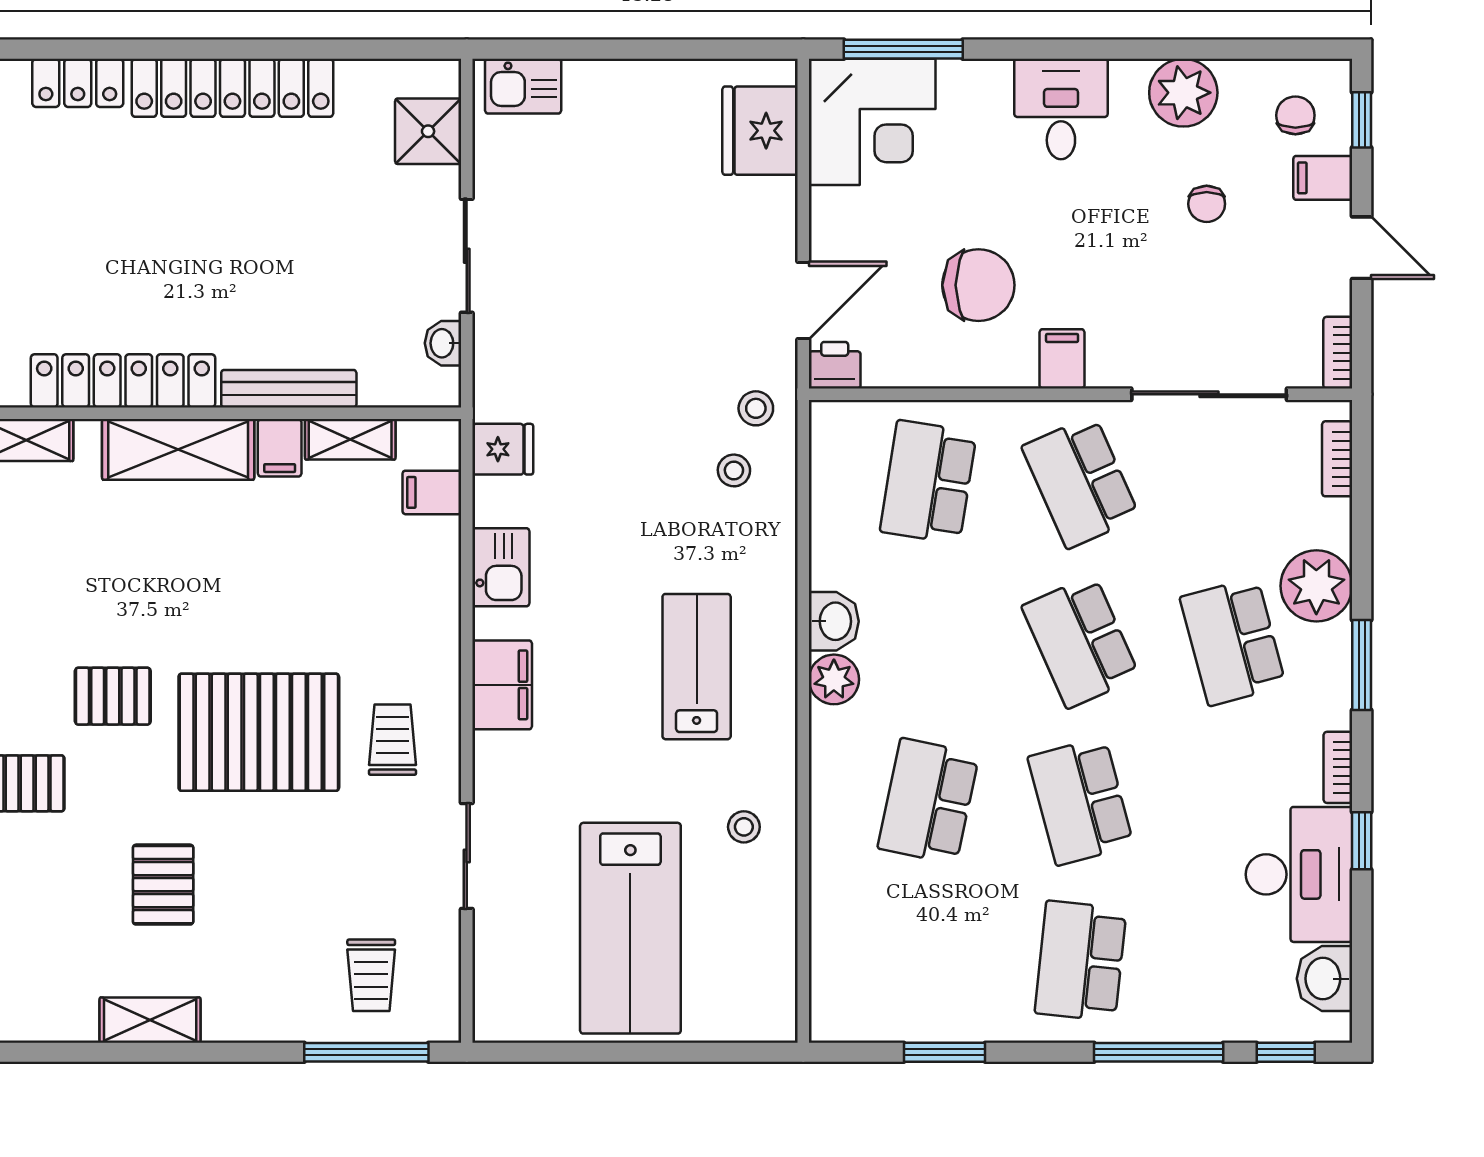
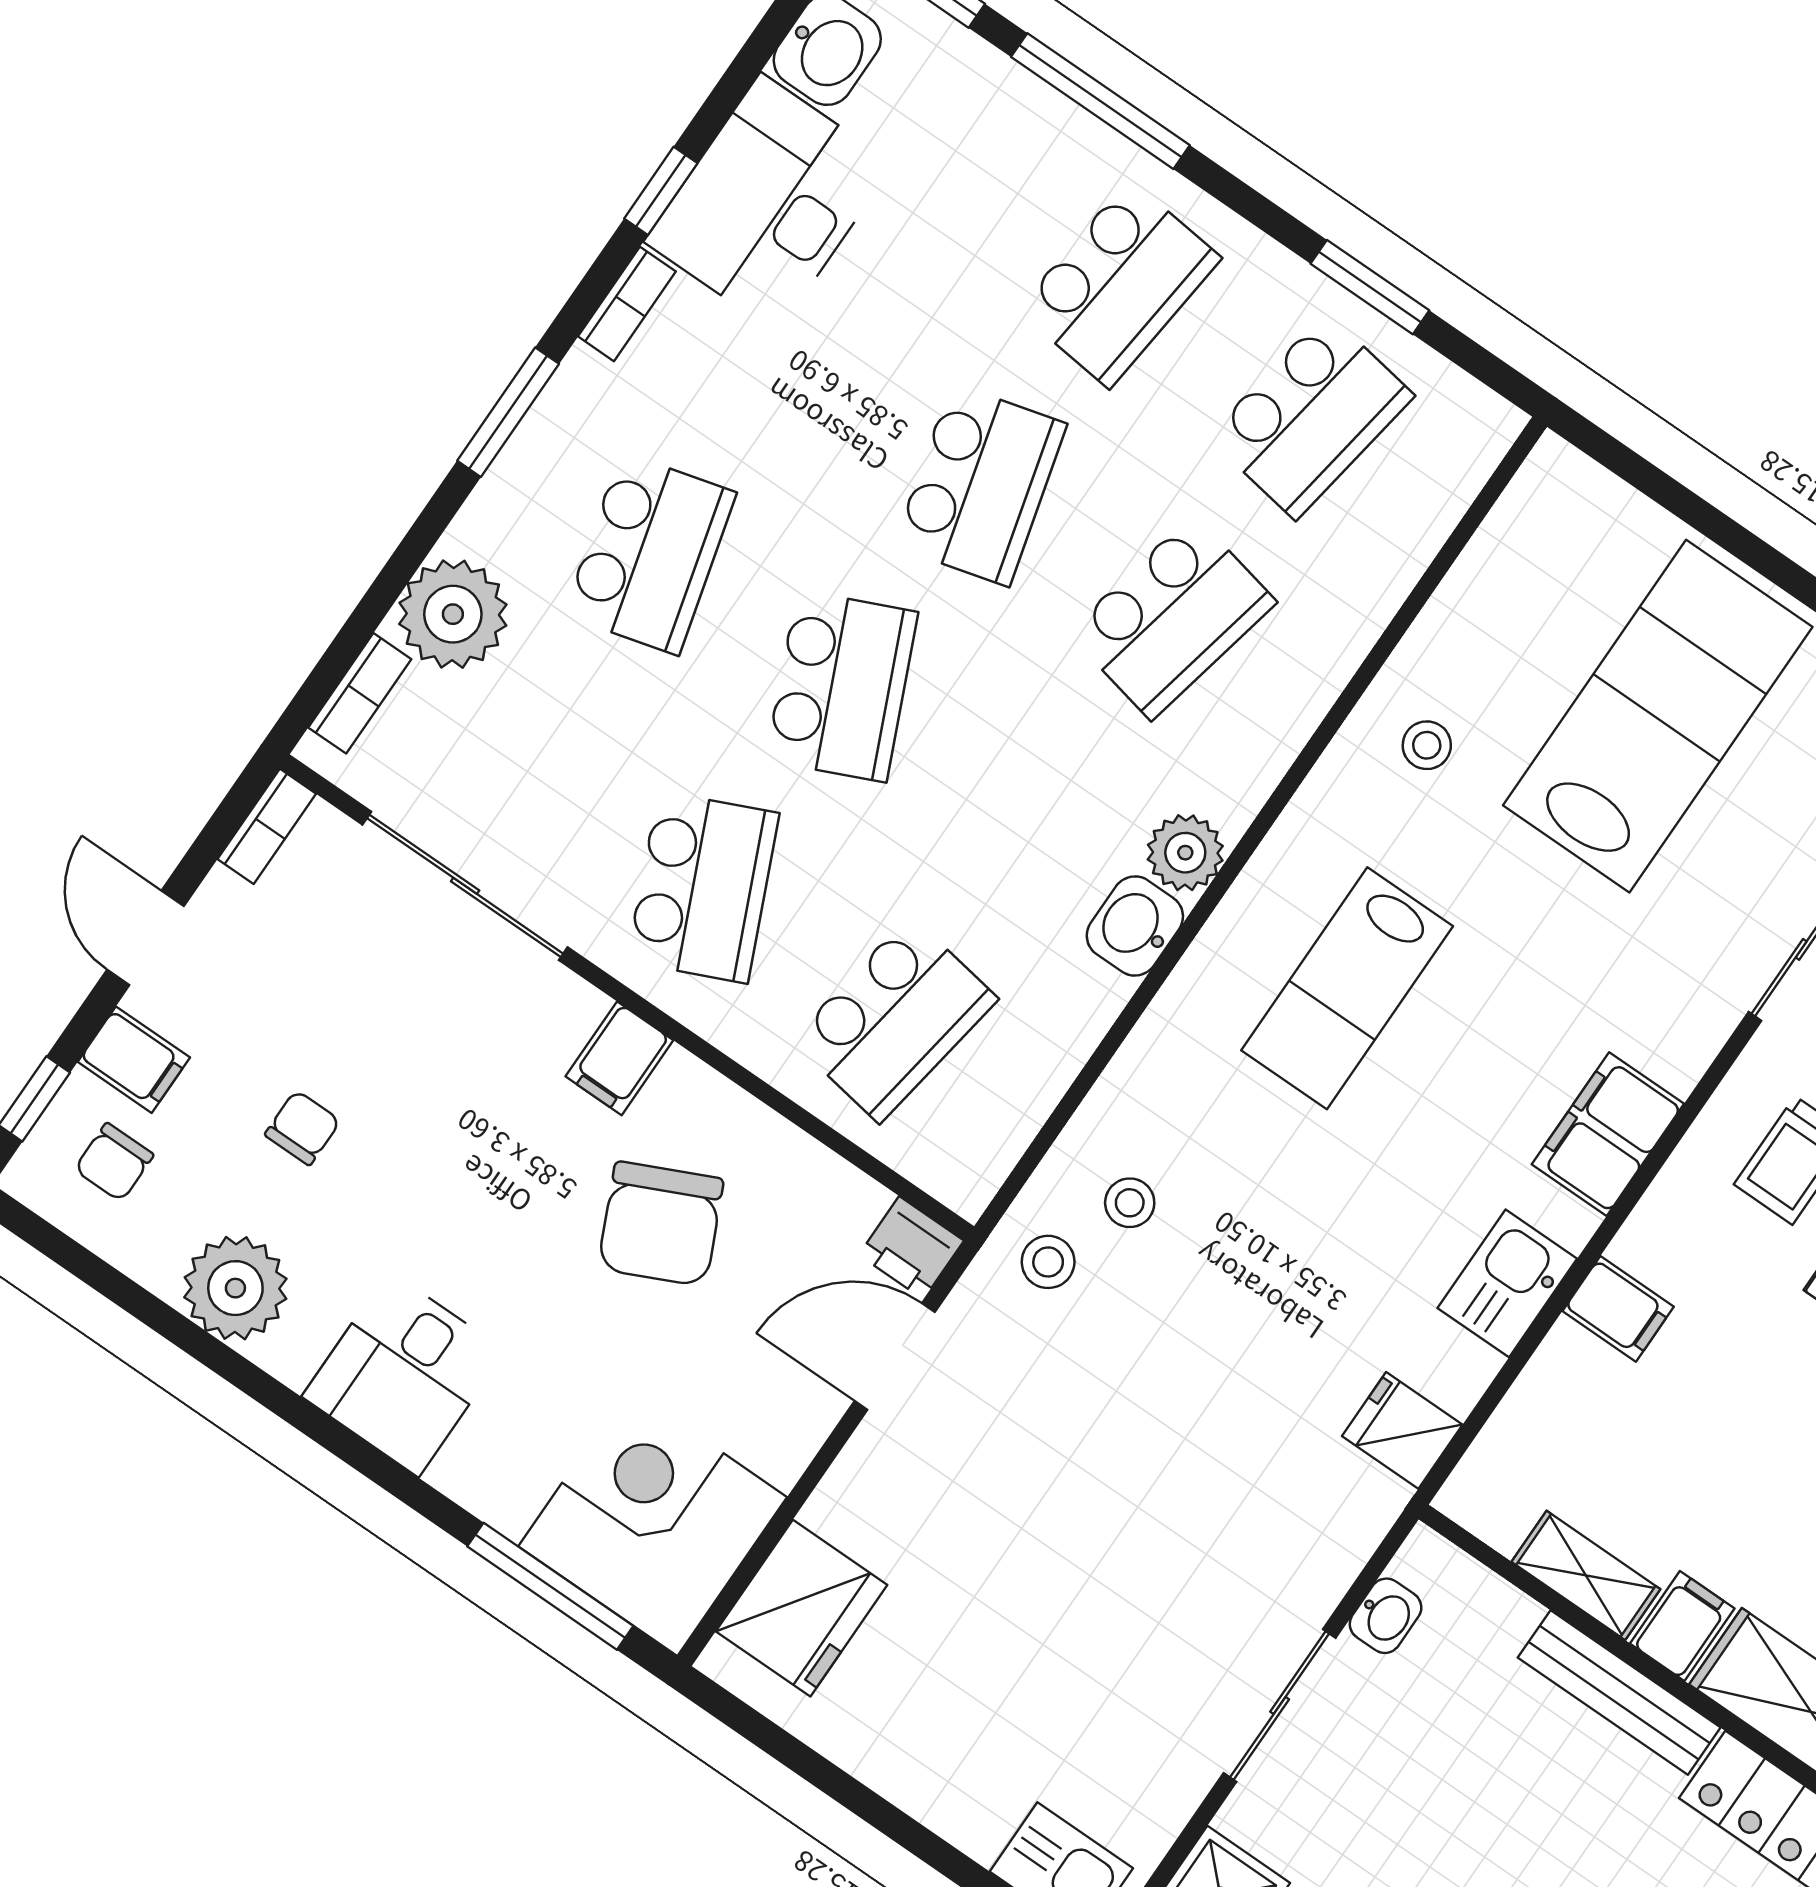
chair: (978, 285) -> (661, 1224), turned -115
filing cabinet: (432, 492) -> (1618, 1309), moved
plant: (1316, 586) -> (453, 614), moved
school desk: (928, 961) -> (1311, 416), added

